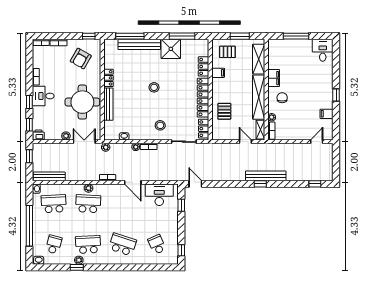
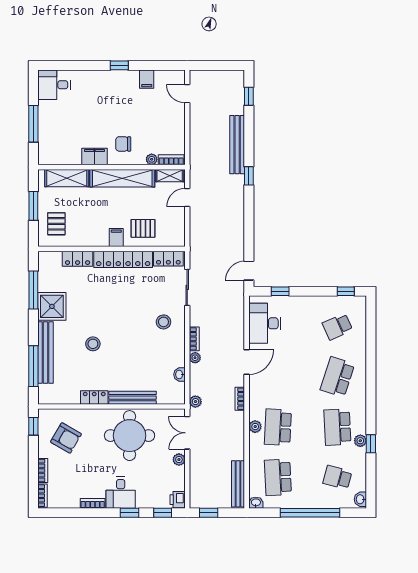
filing cabinet: (218, 73) -> (116, 238), moved
stool: (154, 87) -> (93, 344), moved
bench: (266, 176) -> (237, 145), moved

